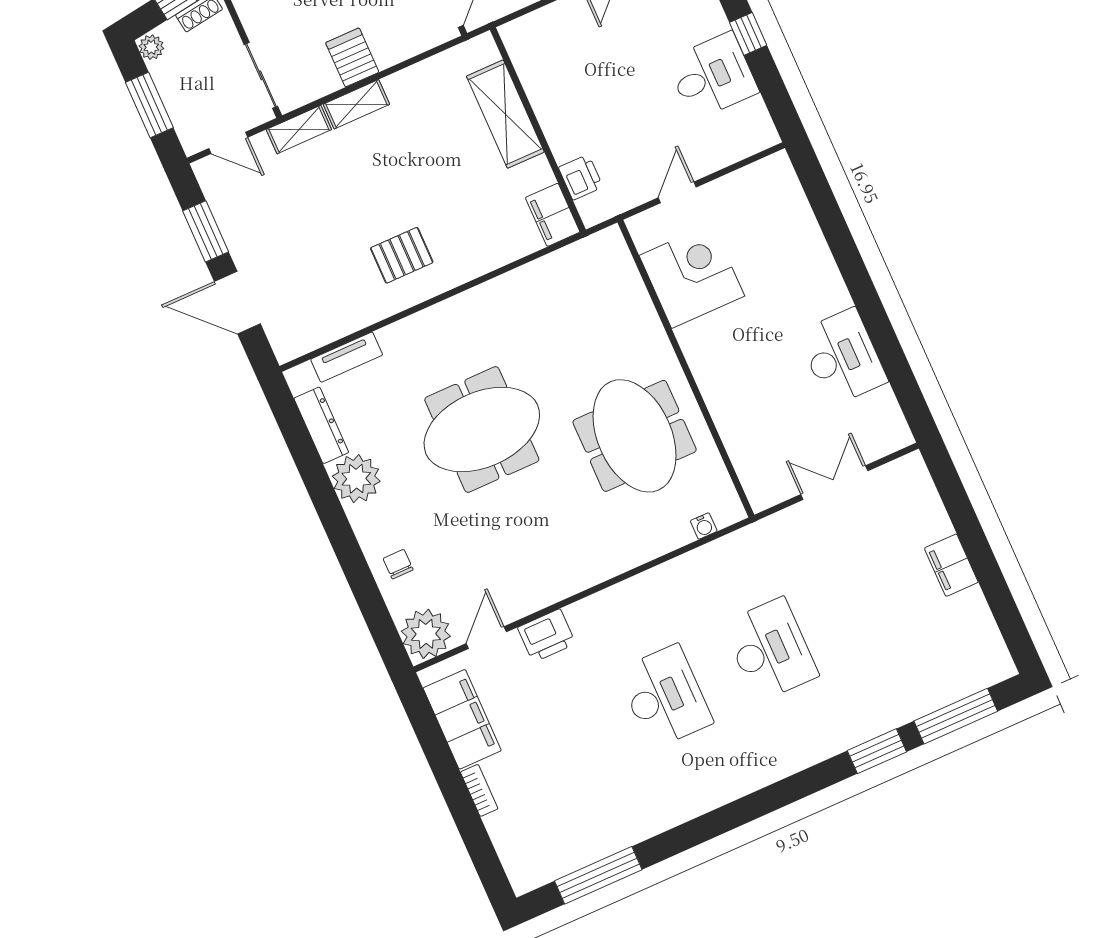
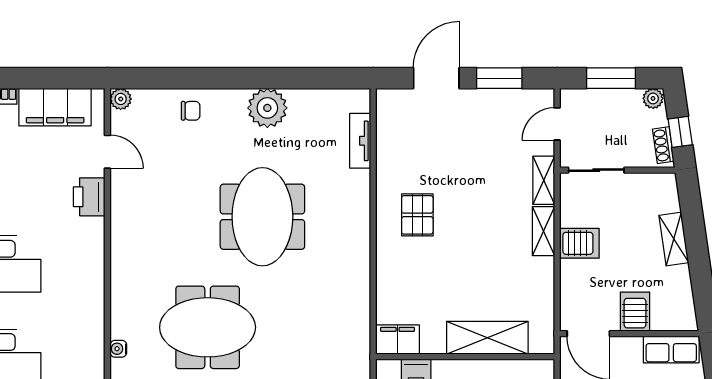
dresser: (321, 425) -> (318, 100), removed
plant: (426, 634) -> (121, 99), width x0.53, depth x0.53

